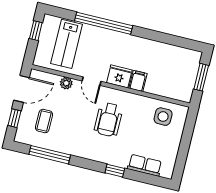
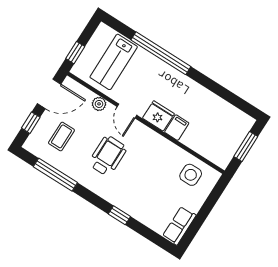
window: (36, 31) -> (75, 53), moved
wheelchair: (108, 120) -> (108, 156), moved, turned 180
row of seats: (145, 165) -> (179, 226), moved, turned -90

